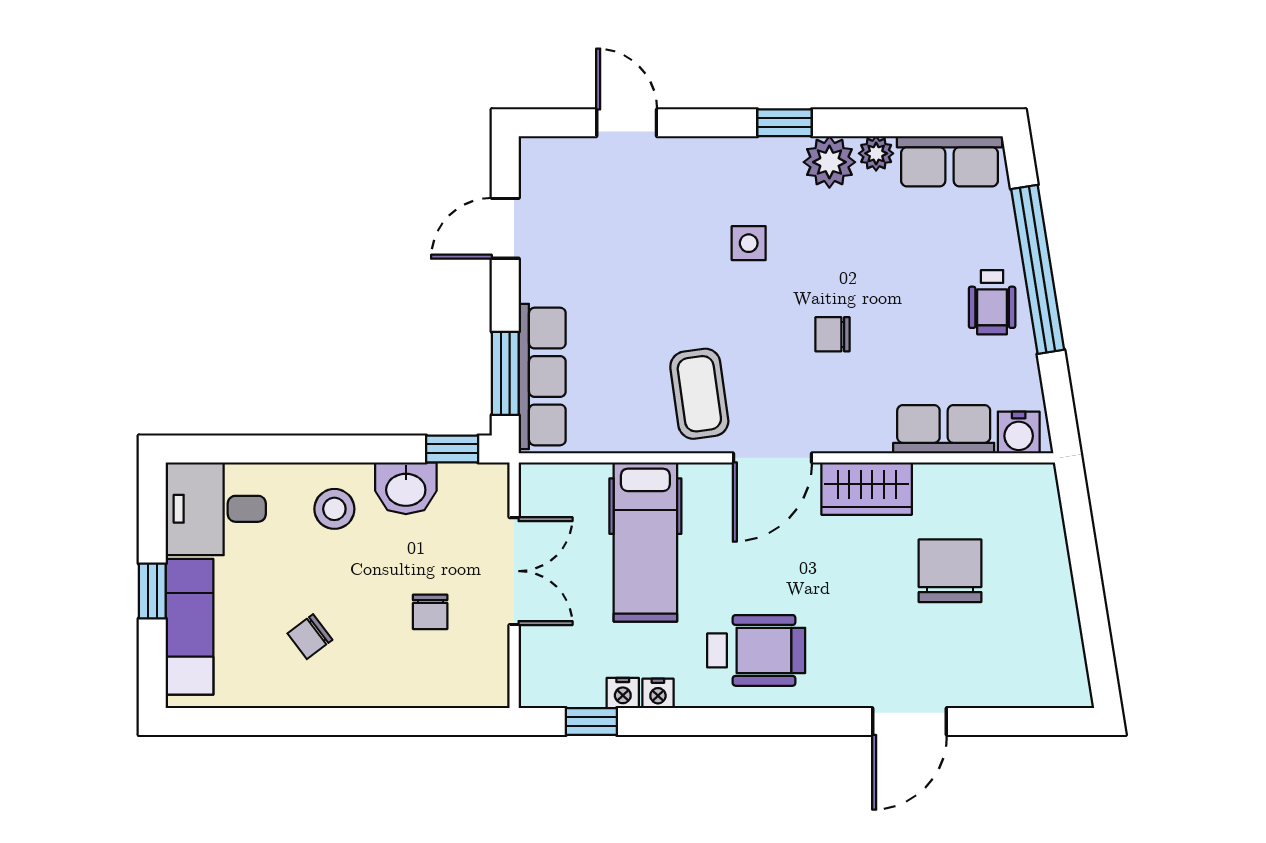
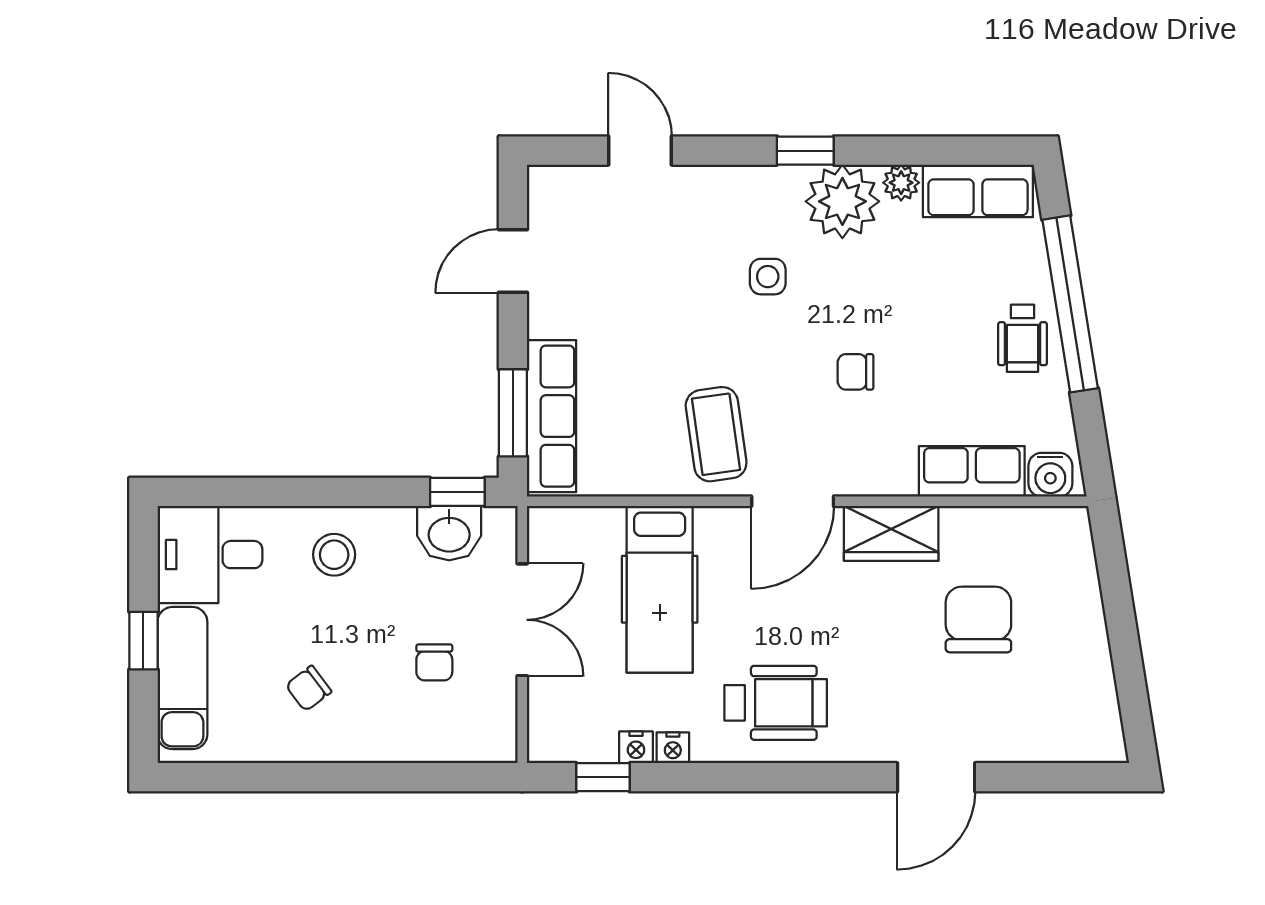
plant: (829, 162) -> (842, 201), width x1.36, depth x1.36
washbasin: (406, 488) -> (449, 533), moved

